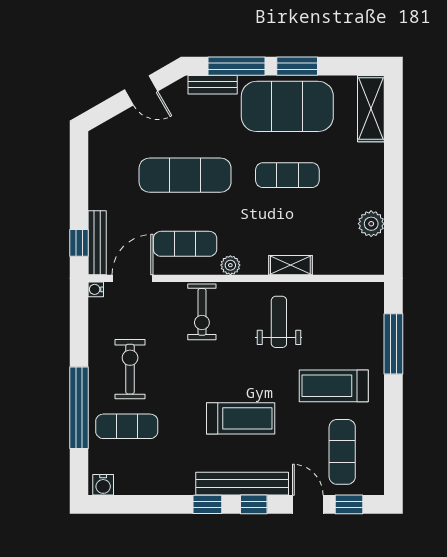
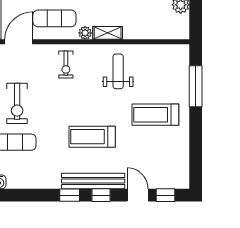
shelving: (290, 265) -> (108, 33), moved
exercise bike: (202, 312) -> (66, 65), width x0.73, depth x0.72
exercise bike: (130, 369) -> (17, 103), turned 180
treadmill: (241, 418) -> (92, 137), turned 180
exercise mat: (342, 452) -> (161, 160), removed

